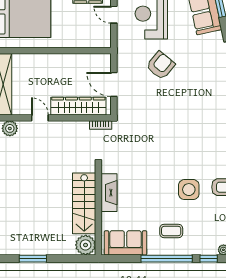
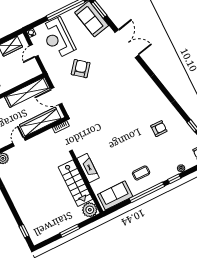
door: (114, 15) -> (34, 51), hinge flipped
shelving: (80, 62) -> (27, 92), added
door: (40, 118) -> (19, 142), hinge flipped
side table: (189, 190) -> (139, 140), removed
window: (33, 259) -> (70, 231), moved

